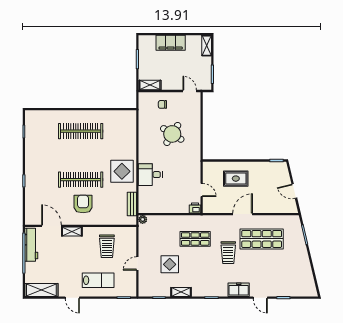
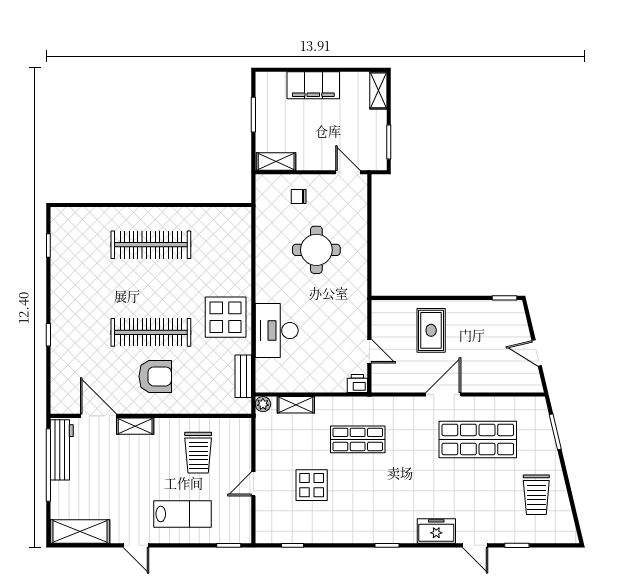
round table: (172, 134) -> (316, 250), turned -32
desk: (150, 175) -> (277, 331), width x1.37
rug: (236, 179) -> (431, 330), turned 90
armchair: (83, 204) -> (155, 376), turned 90
trolley: (228, 253) -> (536, 495), moved
shelving: (181, 292) -> (296, 405), moved

